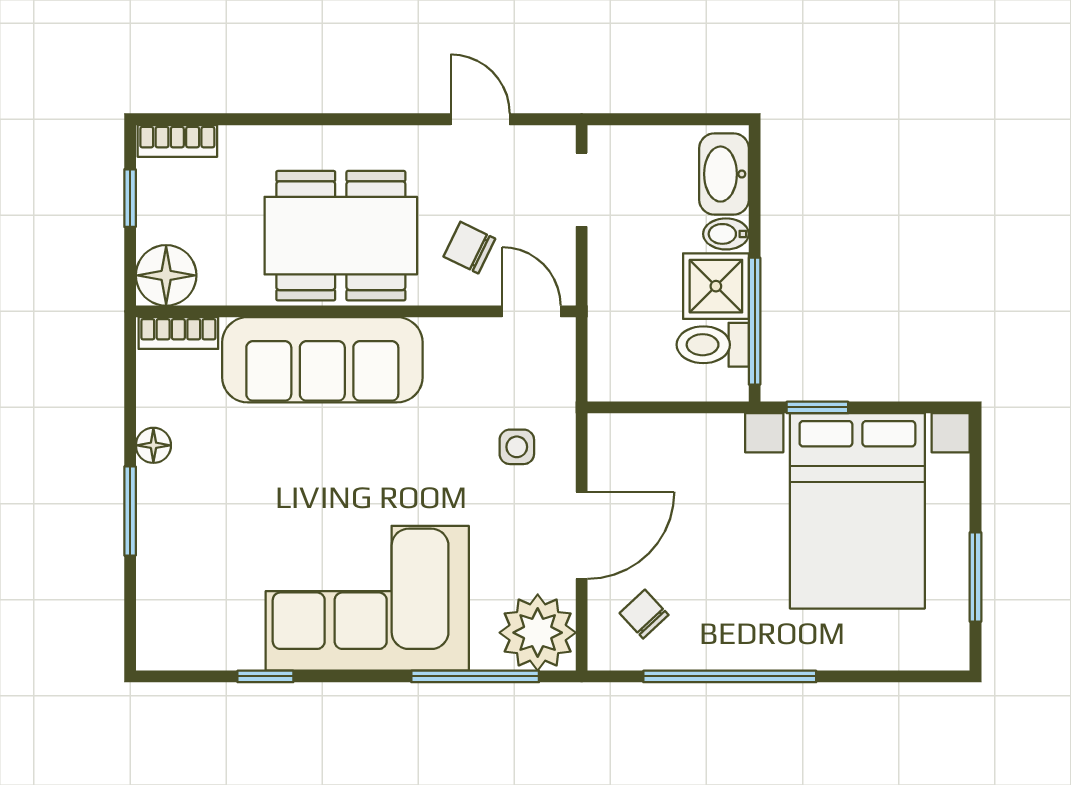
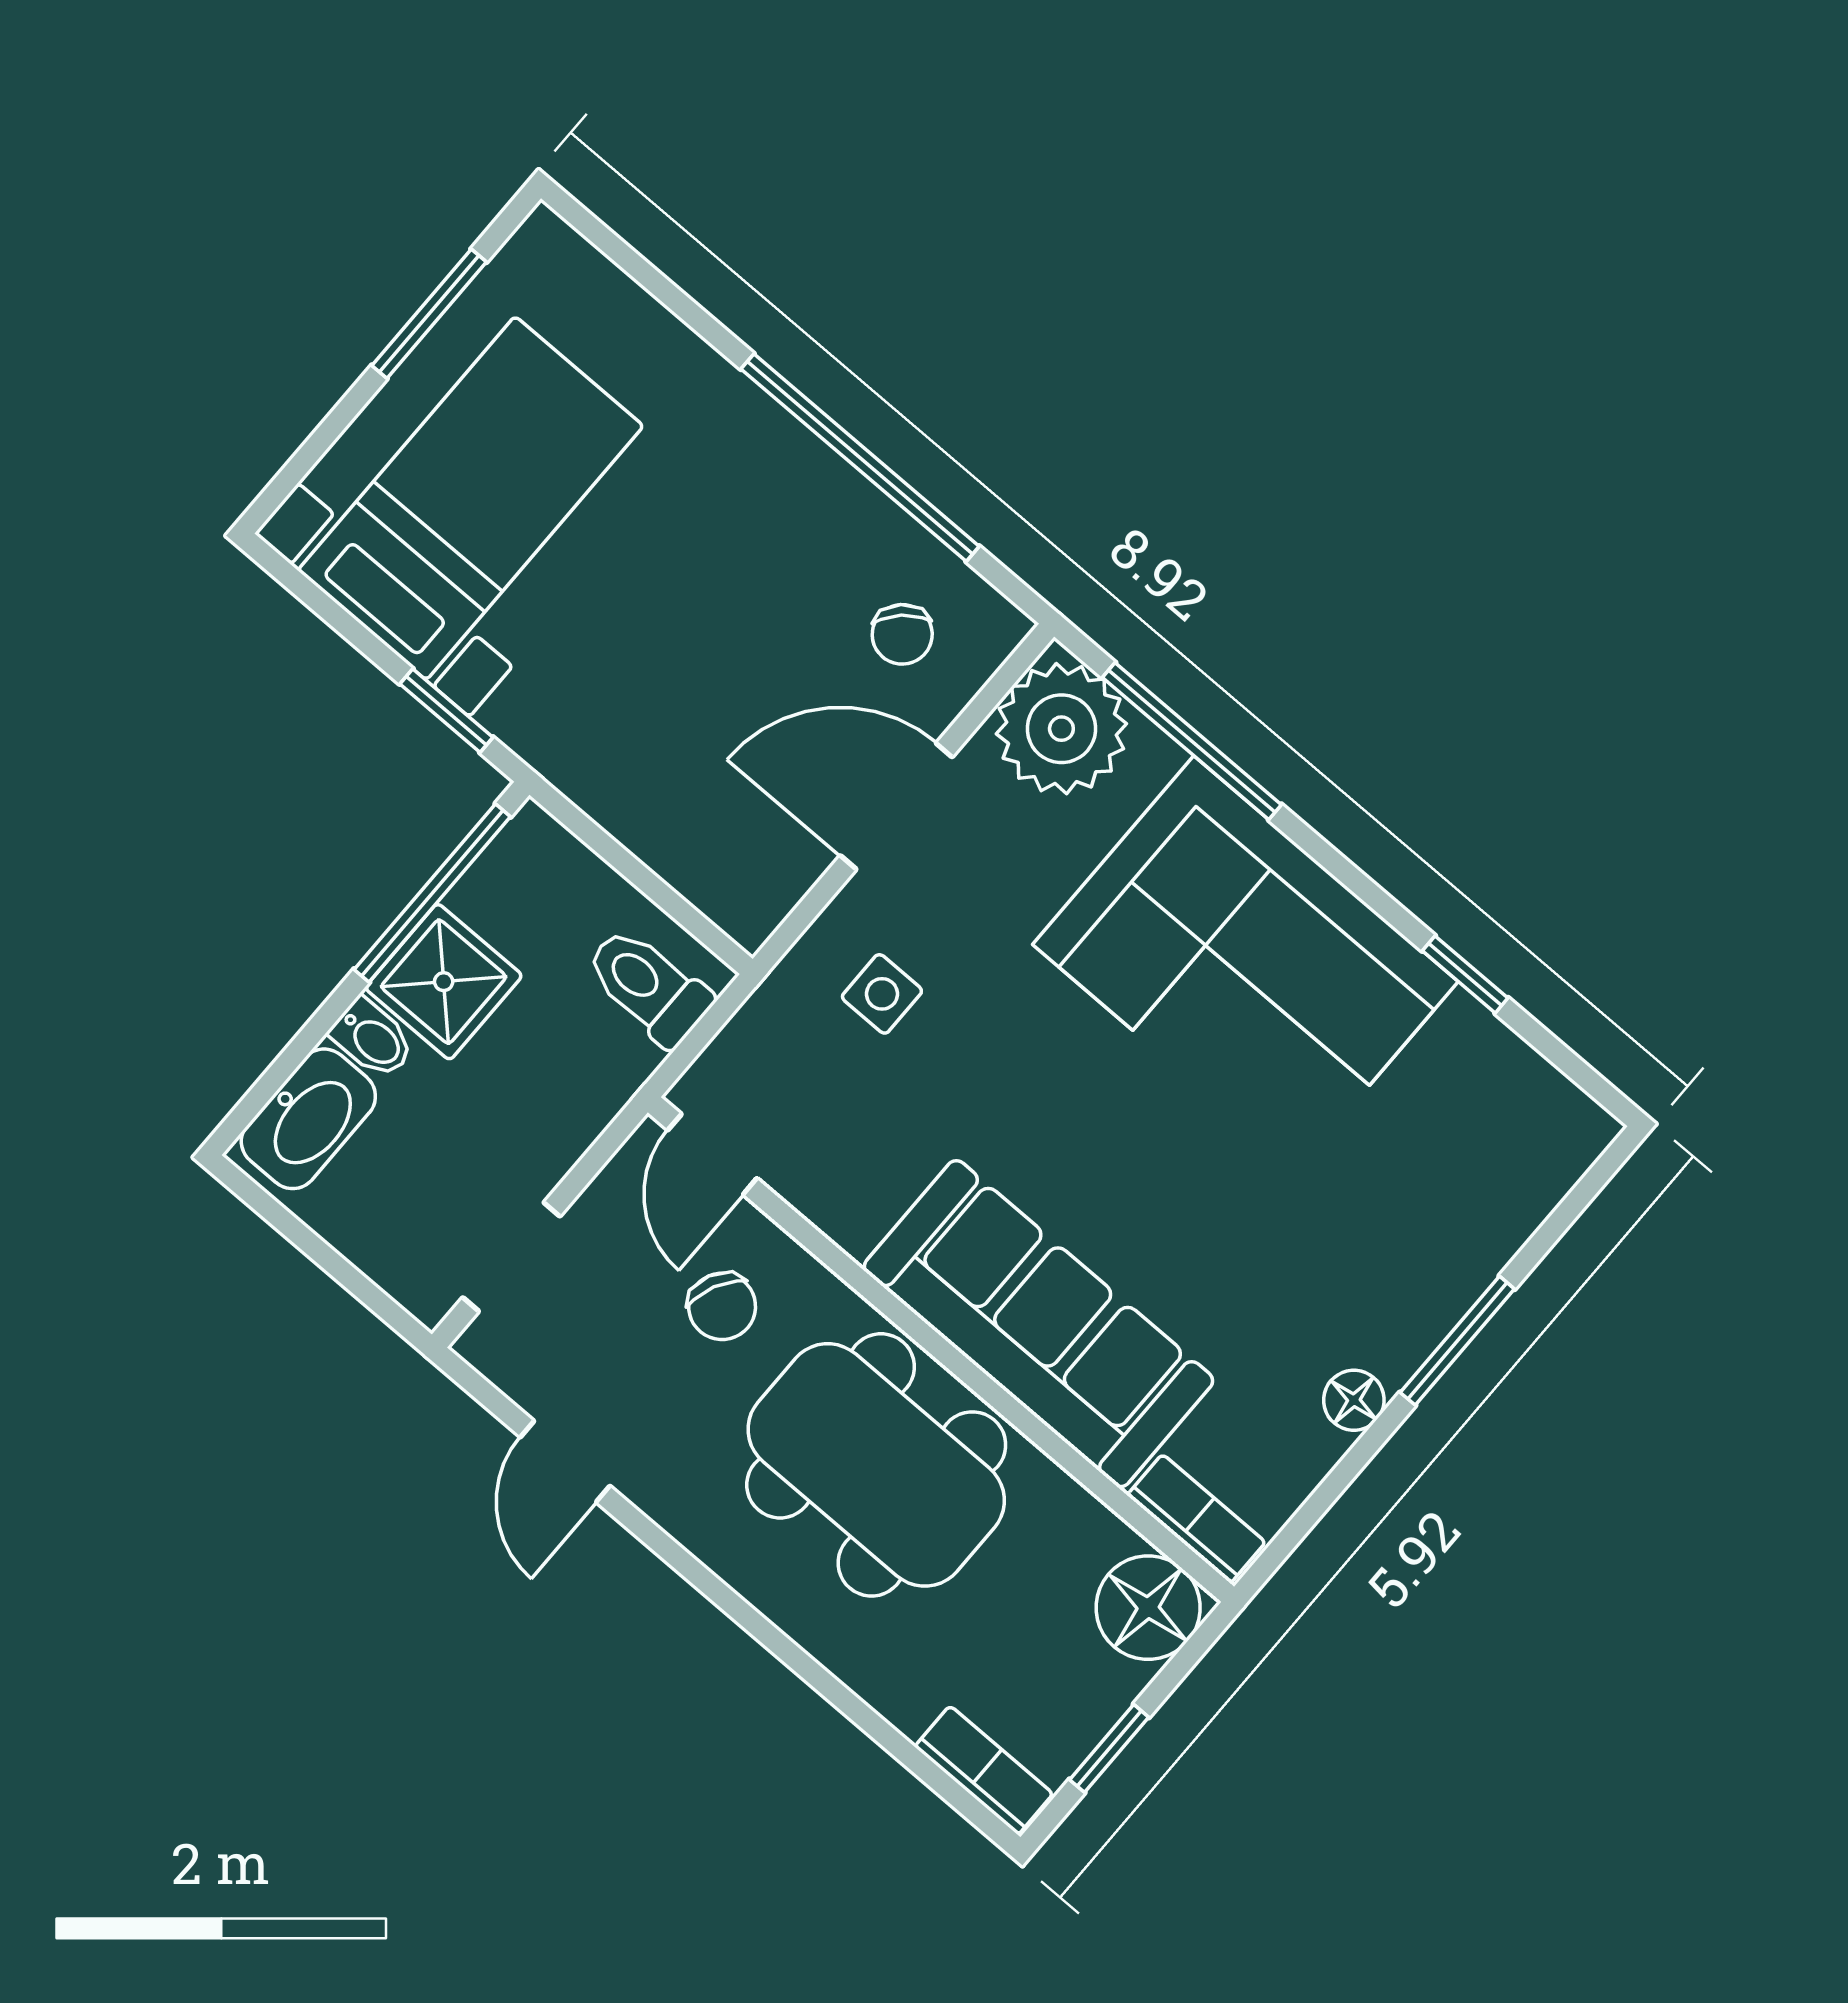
toilet: (713, 345) -> (648, 986), moved, turned 180
bed with nightstands: (857, 511) -> (471, 498), width x0.73

